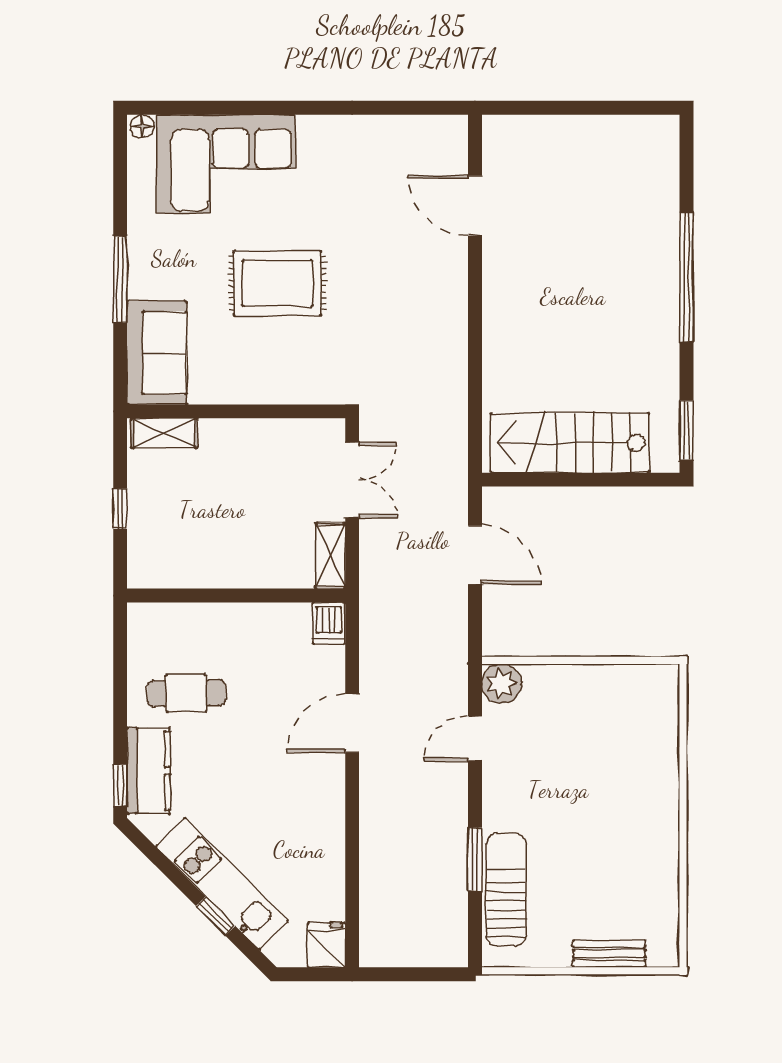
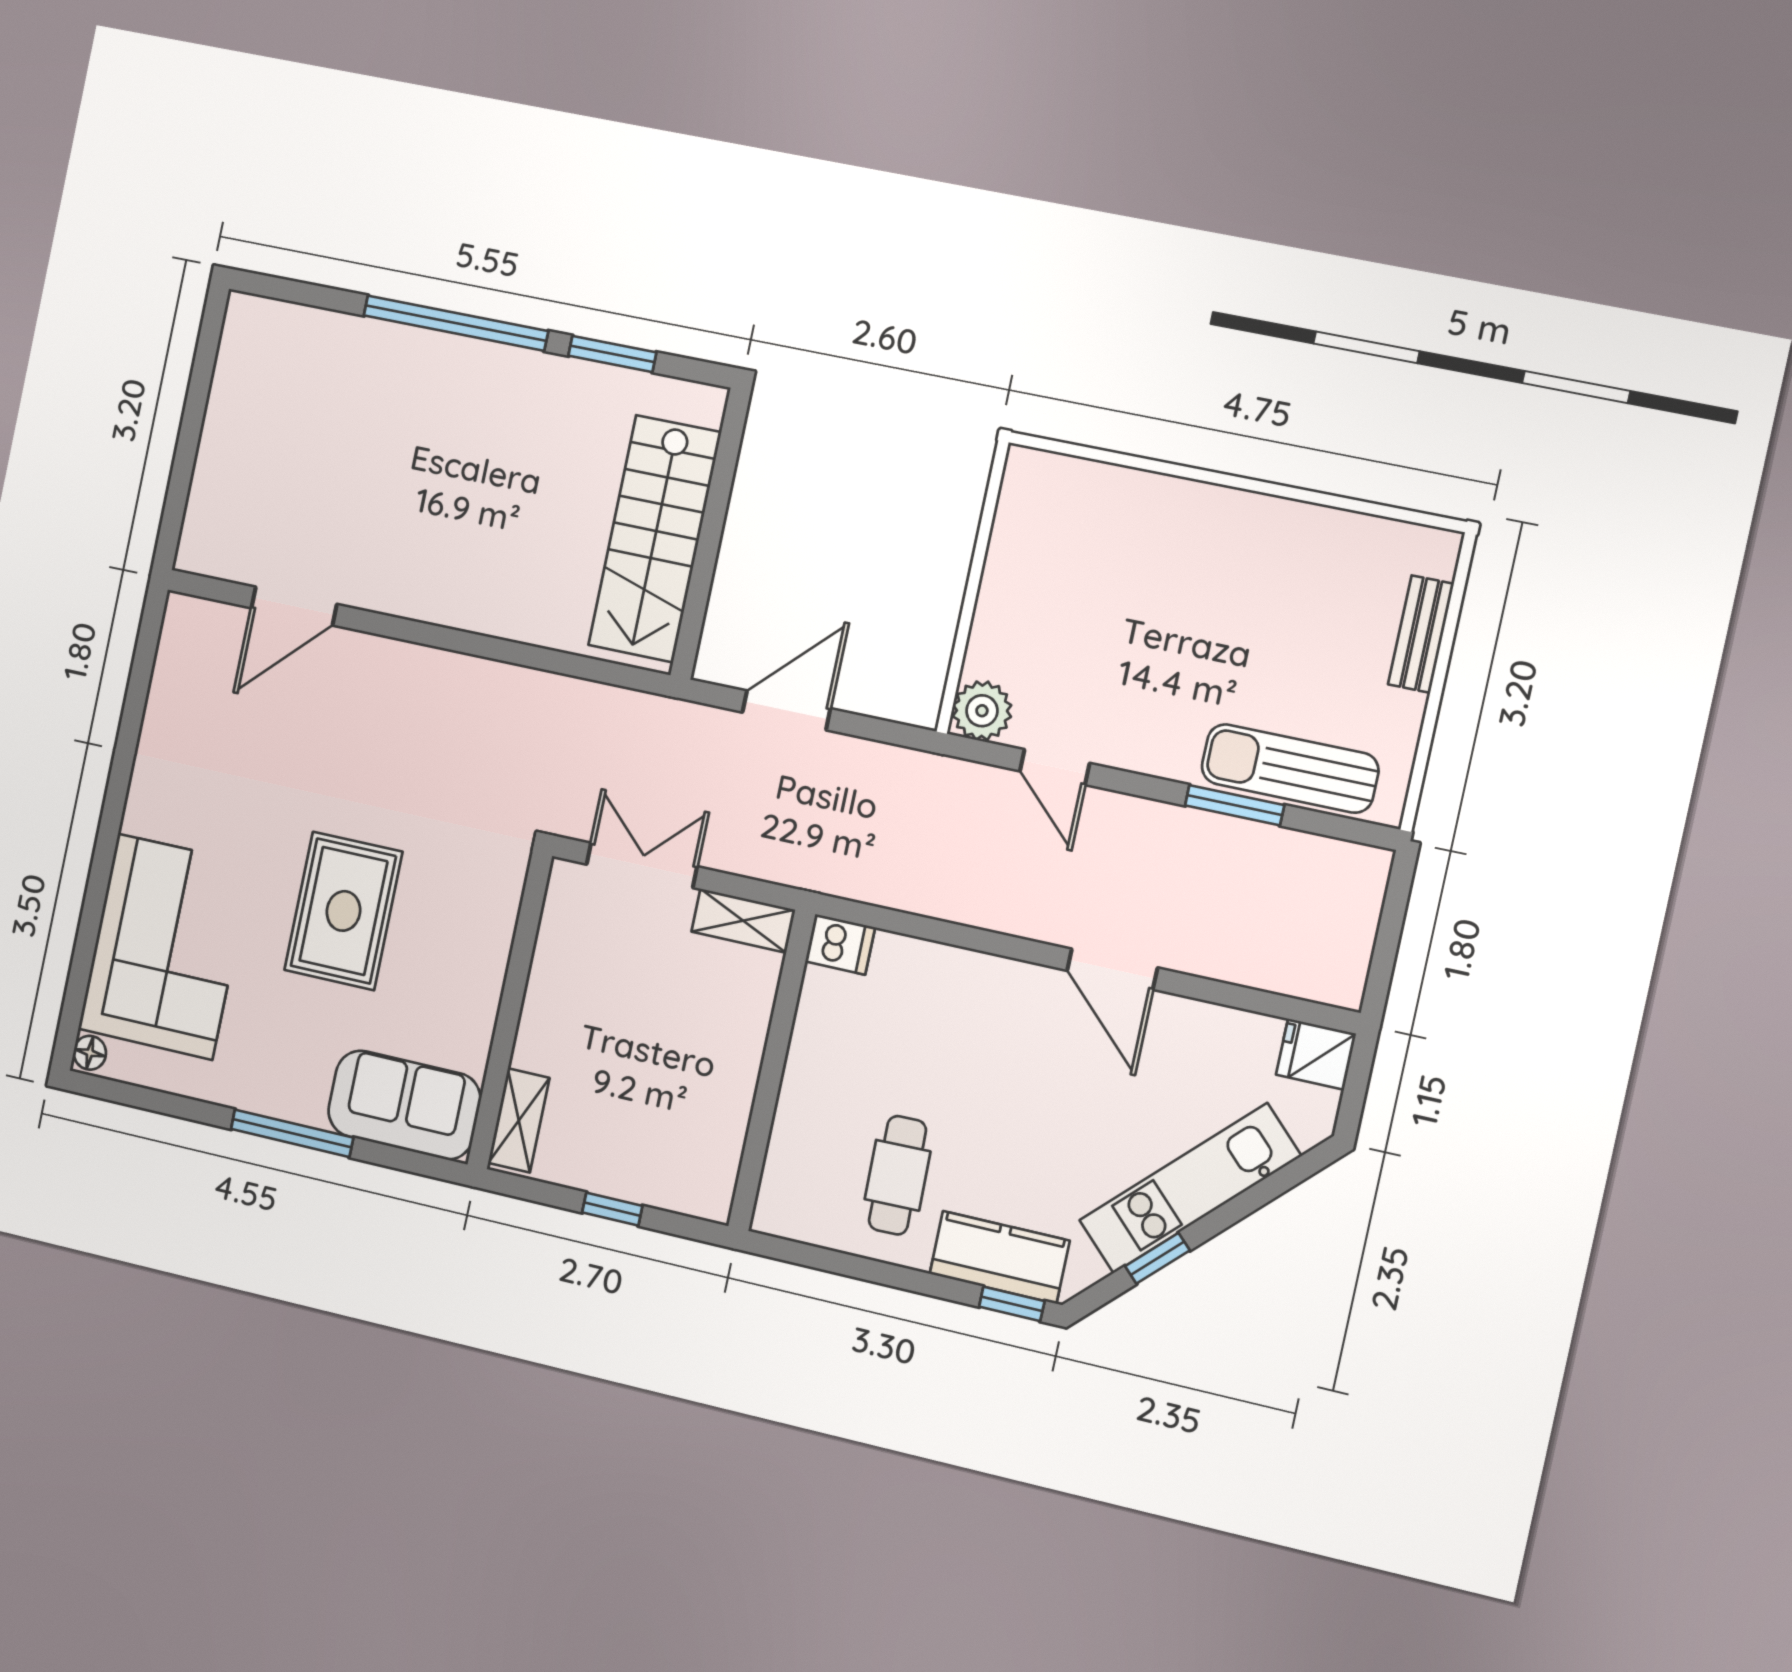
window: (686, 430) -> (612, 354), moved
door: (352, 723) -> (1112, 969), moved
window: (216, 916) -> (1157, 1258), moved

